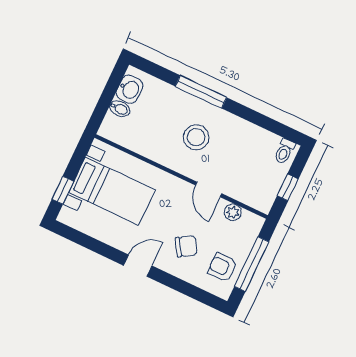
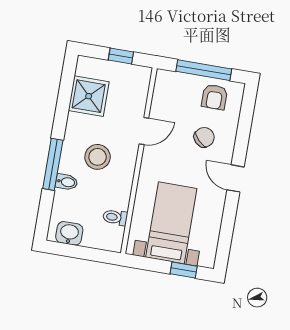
bidet: (120, 109) -> (67, 182), moved, turned 90
shower: (257, 145) -> (89, 96), added
toilet: (284, 151) -> (115, 217), moved, turned 180
plant: (233, 212) -> (159, 102), removed
chair: (186, 246) -> (204, 137), turned 77

